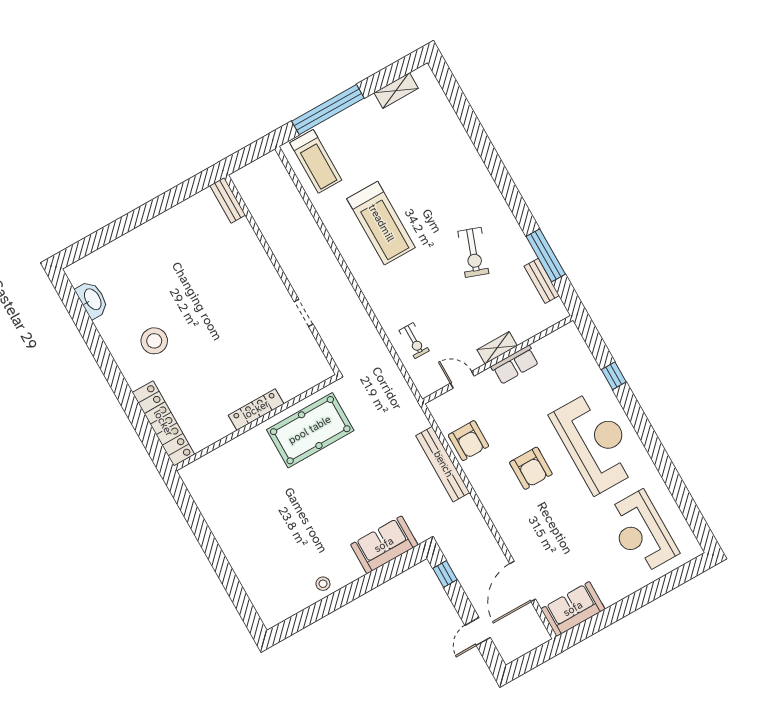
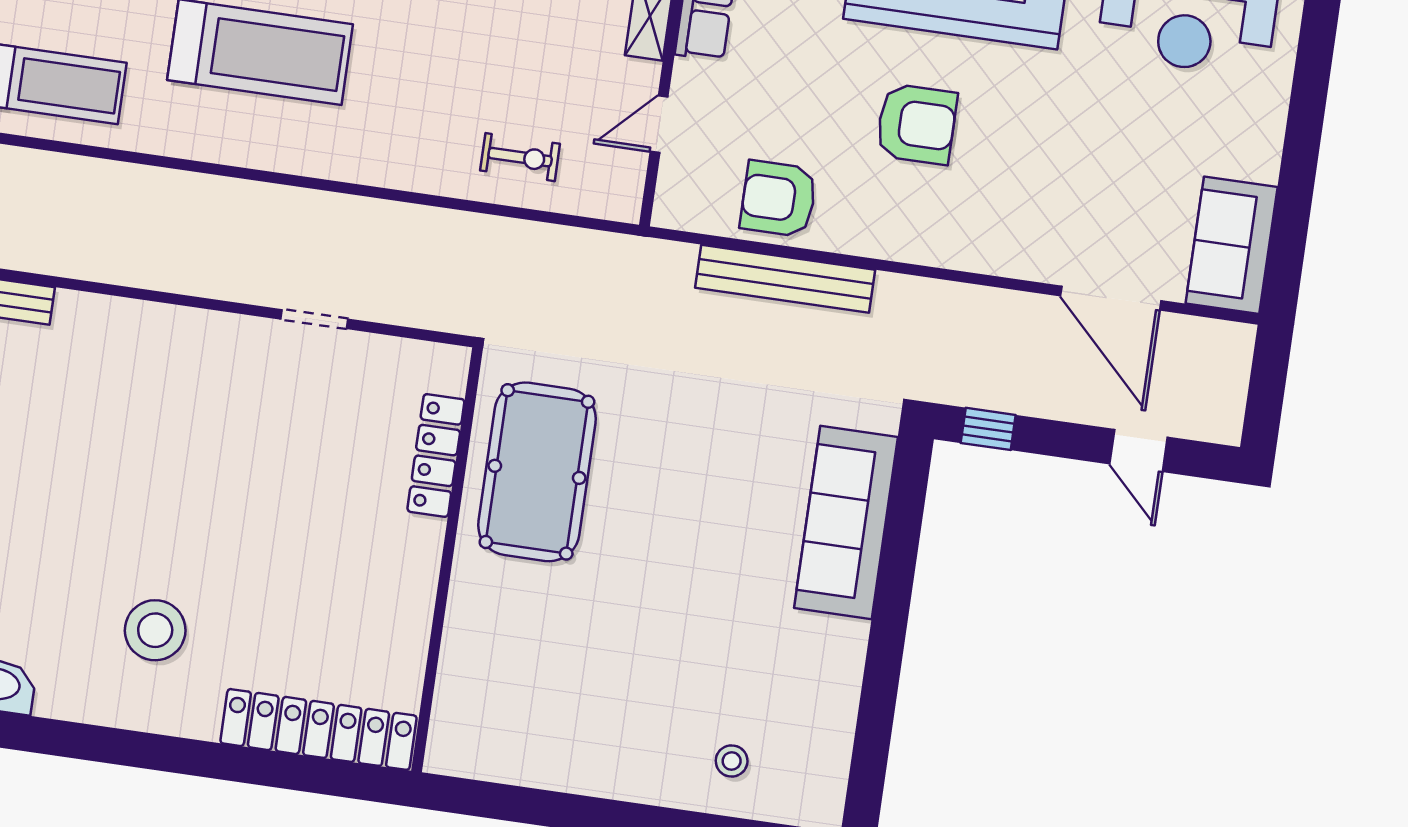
locker: (256, 410) -> (436, 455), moved
armchair: (468, 441) -> (778, 199), turned 180
sofa: (384, 545) -> (846, 522), width x1.36
stool: (323, 584) -> (732, 761), moved

